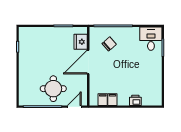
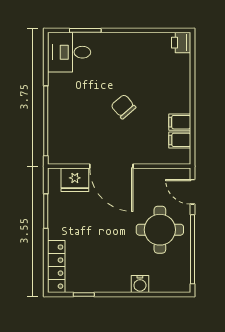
locker: (33, 32) -> (56, 267), added
chair: (109, 44) -> (123, 107), moved
water cooler: (23, 78) -> (140, 284), added
printer: (135, 100) -> (181, 43), moved

